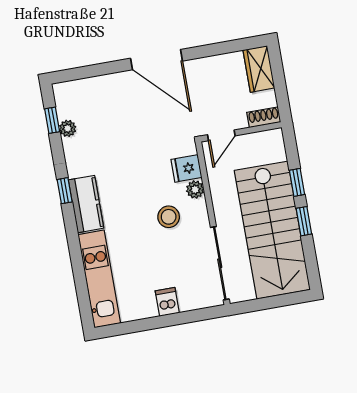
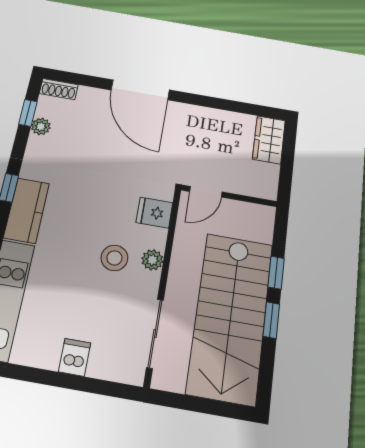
door: (157, 60) -> (140, 90), moved
shoe rack: (264, 117) -> (59, 89), moved, turned 180
plant: (195, 190) -> (152, 260), moved
sliding door: (220, 263) -> (155, 333), width x0.73

